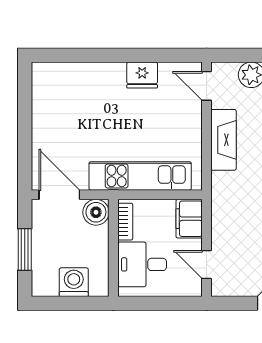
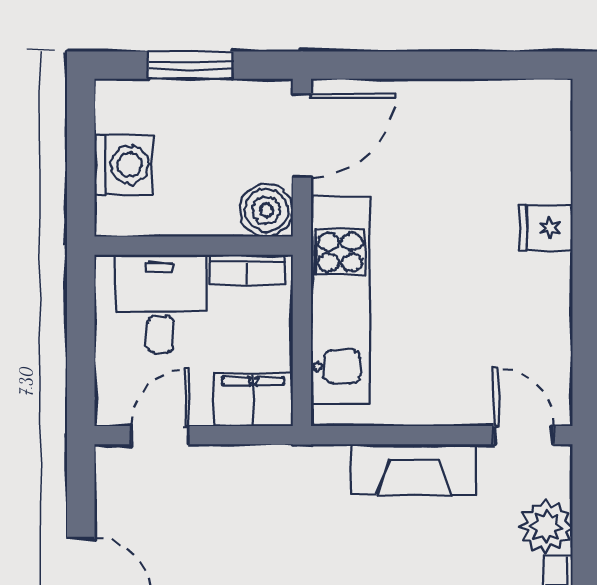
fridge: (142, 75) -> (546, 228), moved, width x0.72
door: (206, 86) -> (524, 435), hinge flipped

